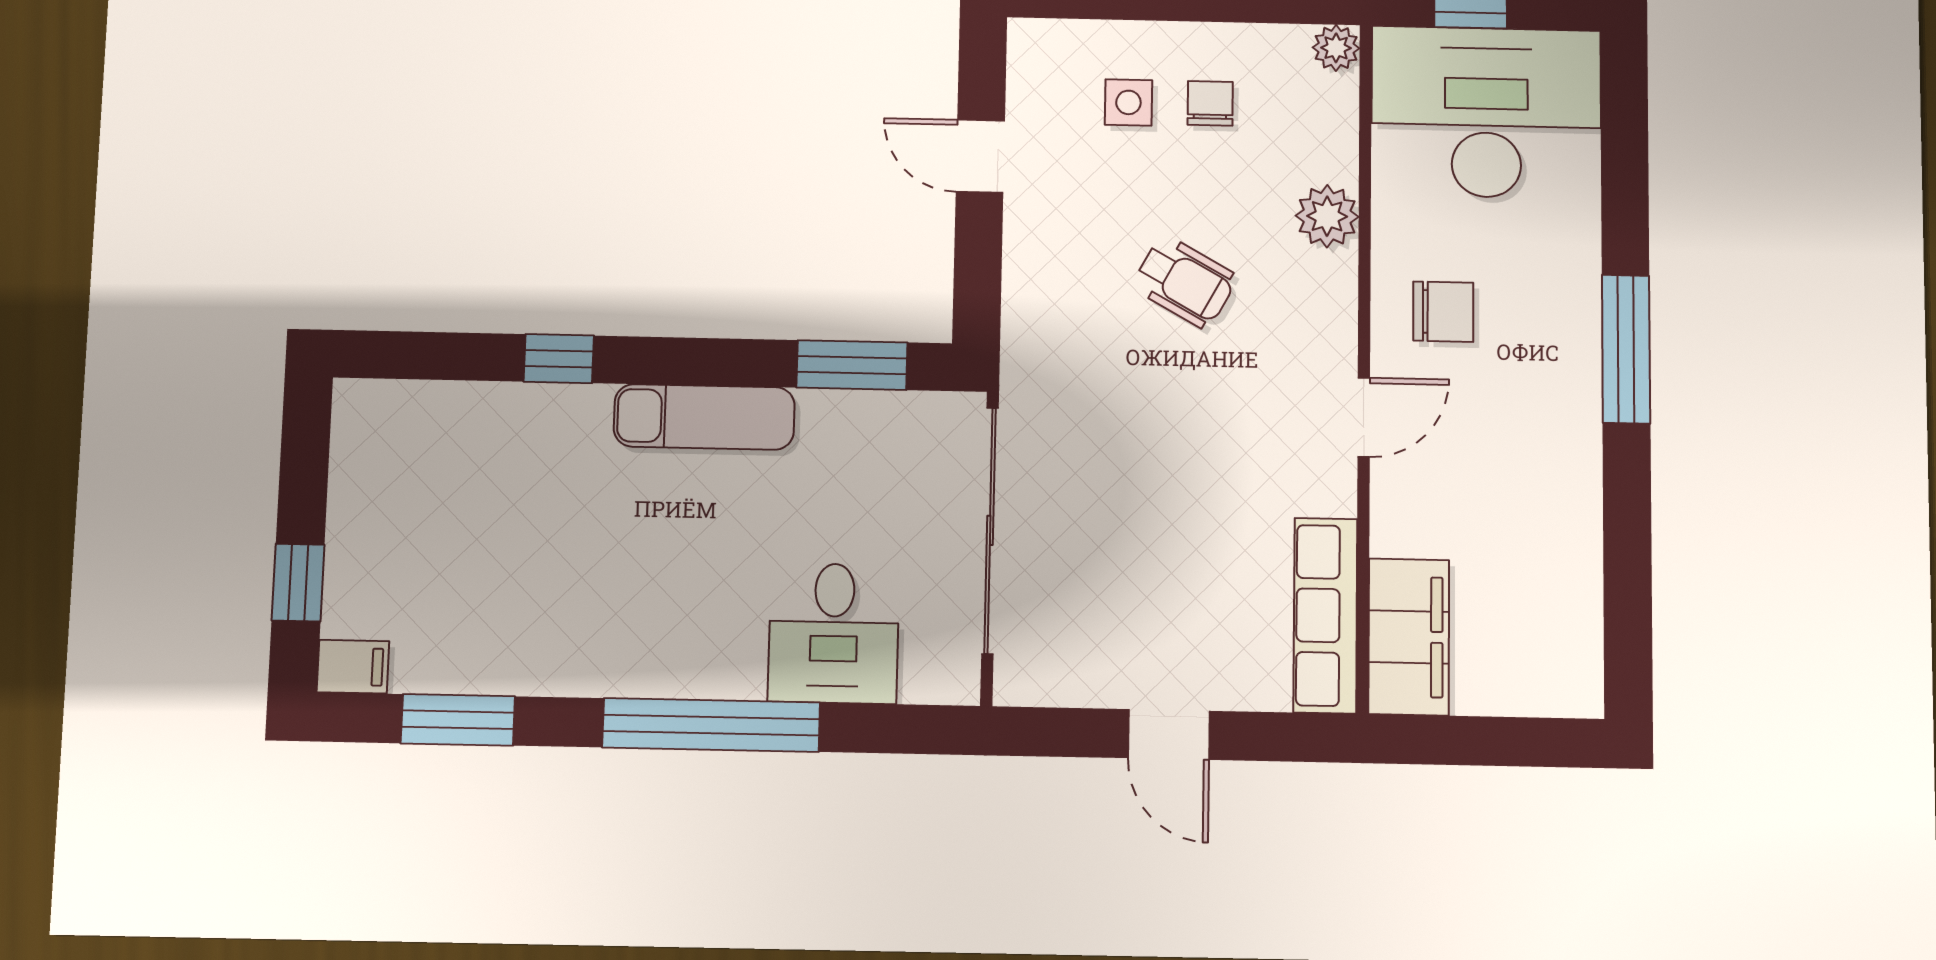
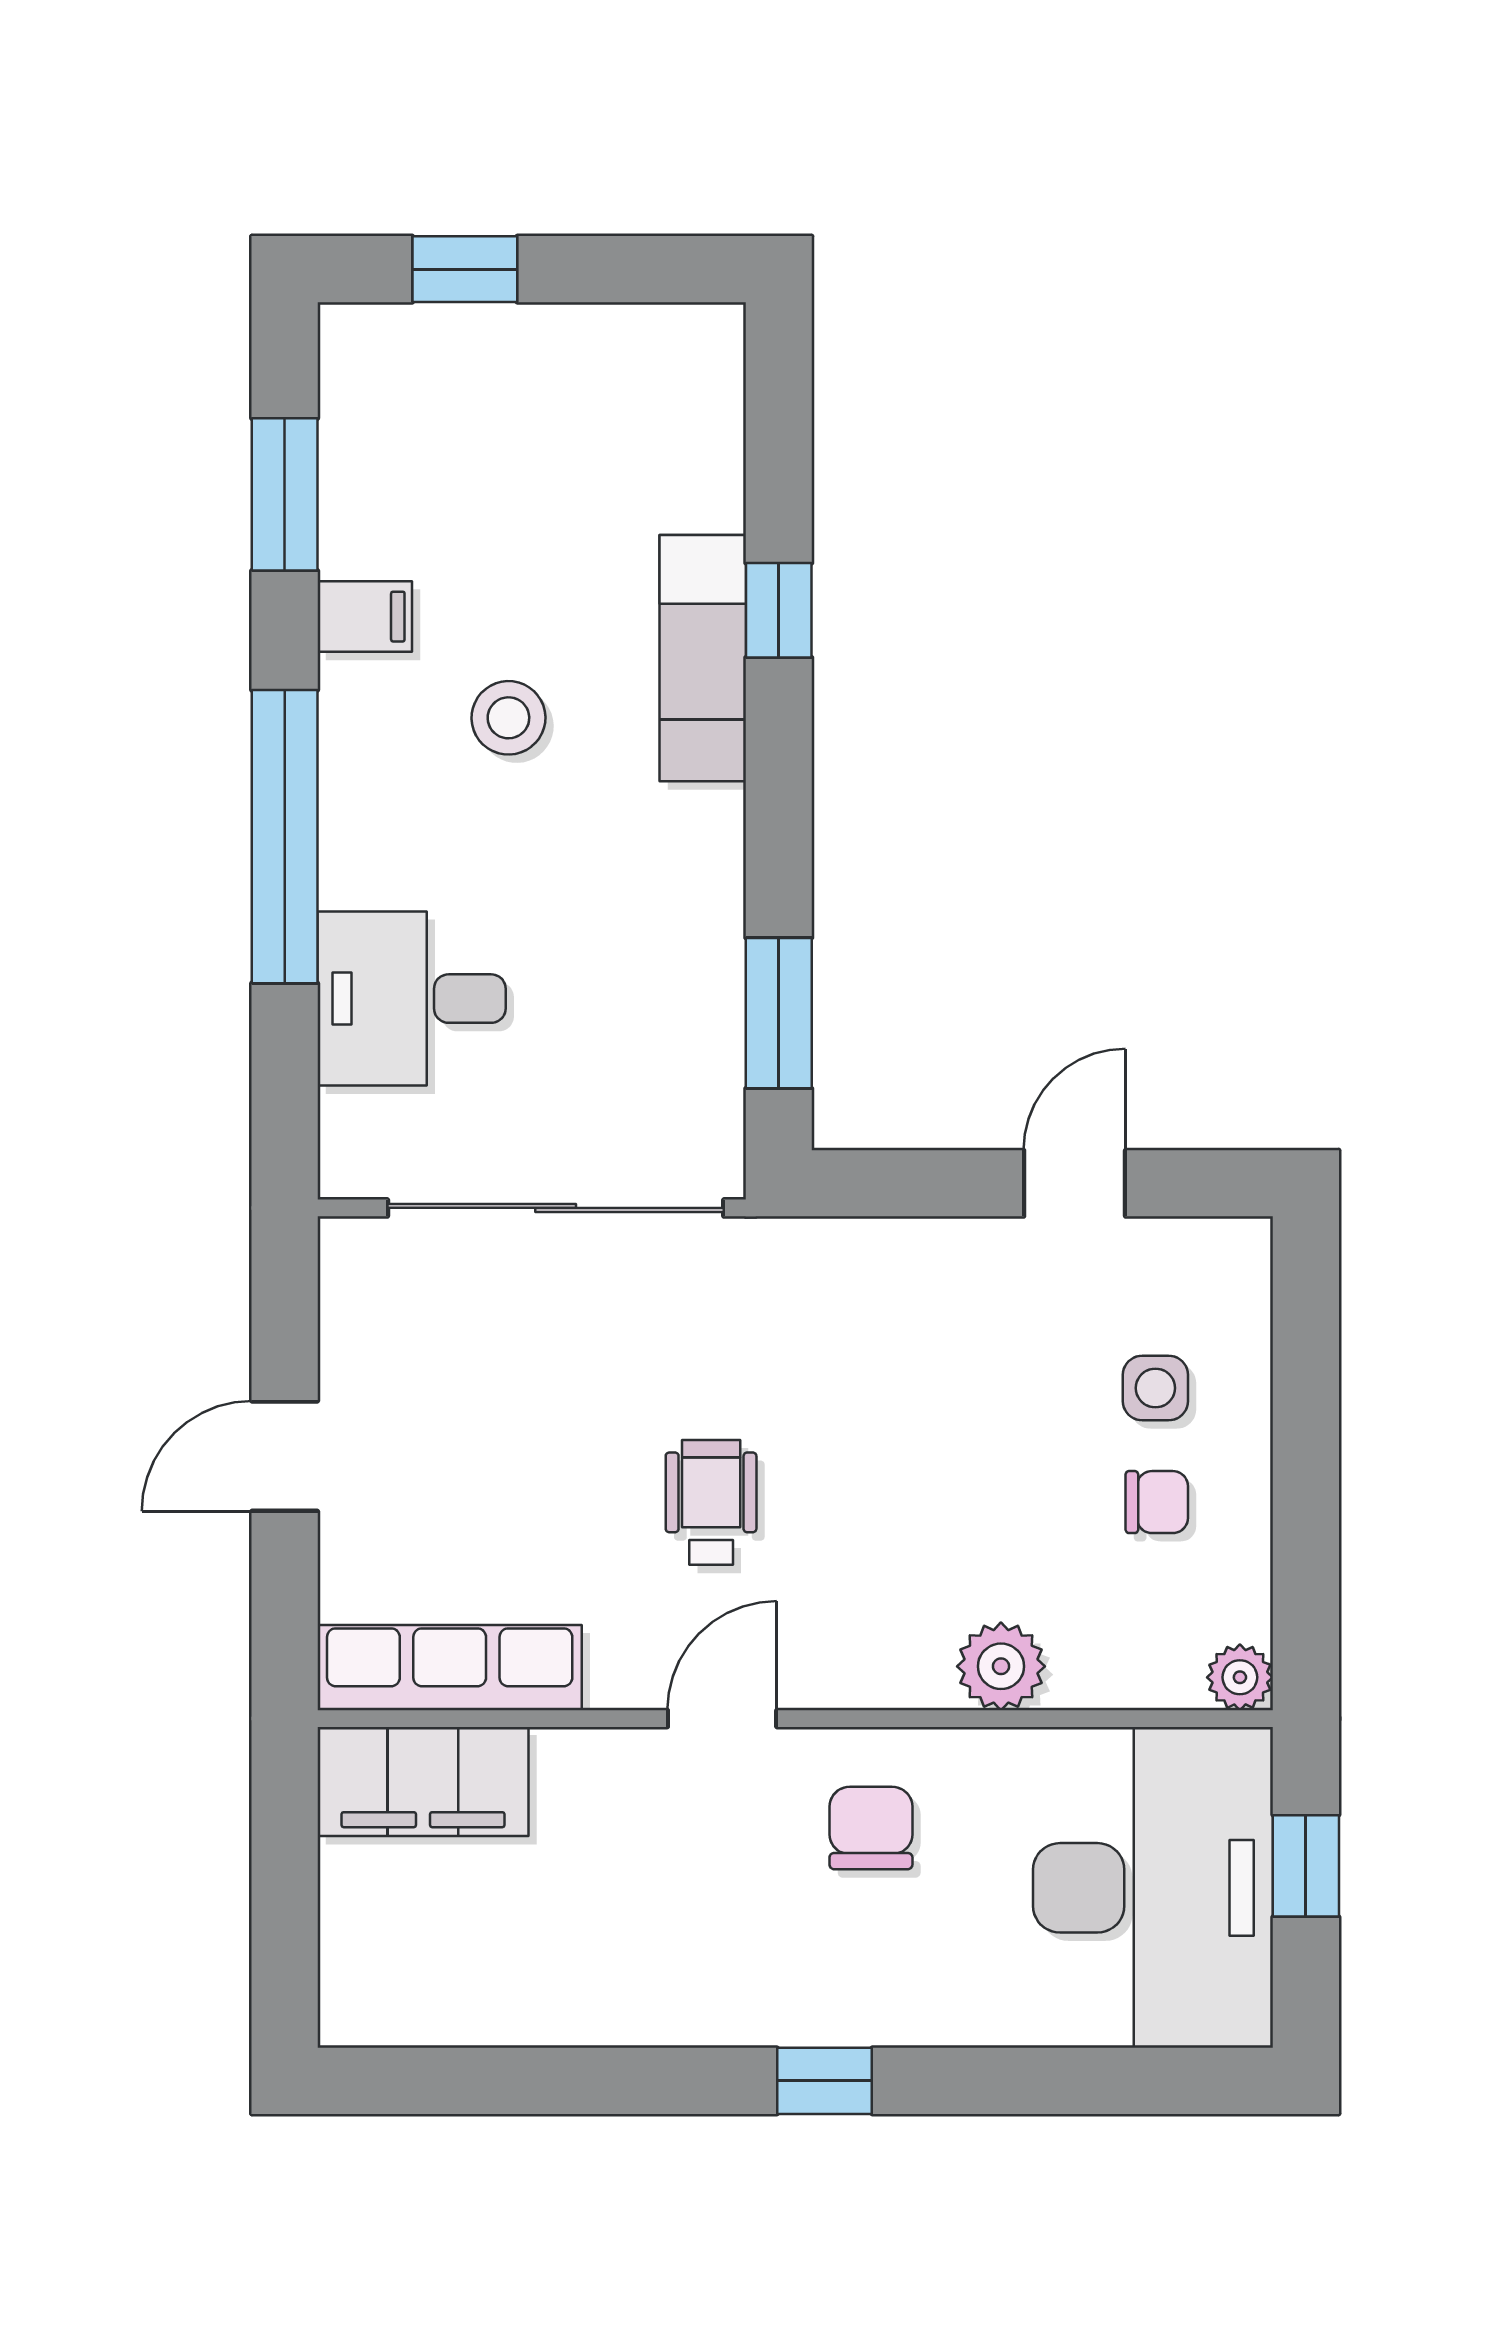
wheelchair: (1185, 282) -> (711, 1502), moved, turned 151
chair: (1443, 312) -> (871, 1828), turned 180
window: (1626, 349) -> (825, 2081), width x0.46
exam couch: (704, 417) -> (703, 658), moved
door: (1364, 417) -> (722, 1719), swing flipped
stool: (630, 557) -> (508, 718), added
filing cabinet: (353, 667) -> (365, 617), moved, turned -90

